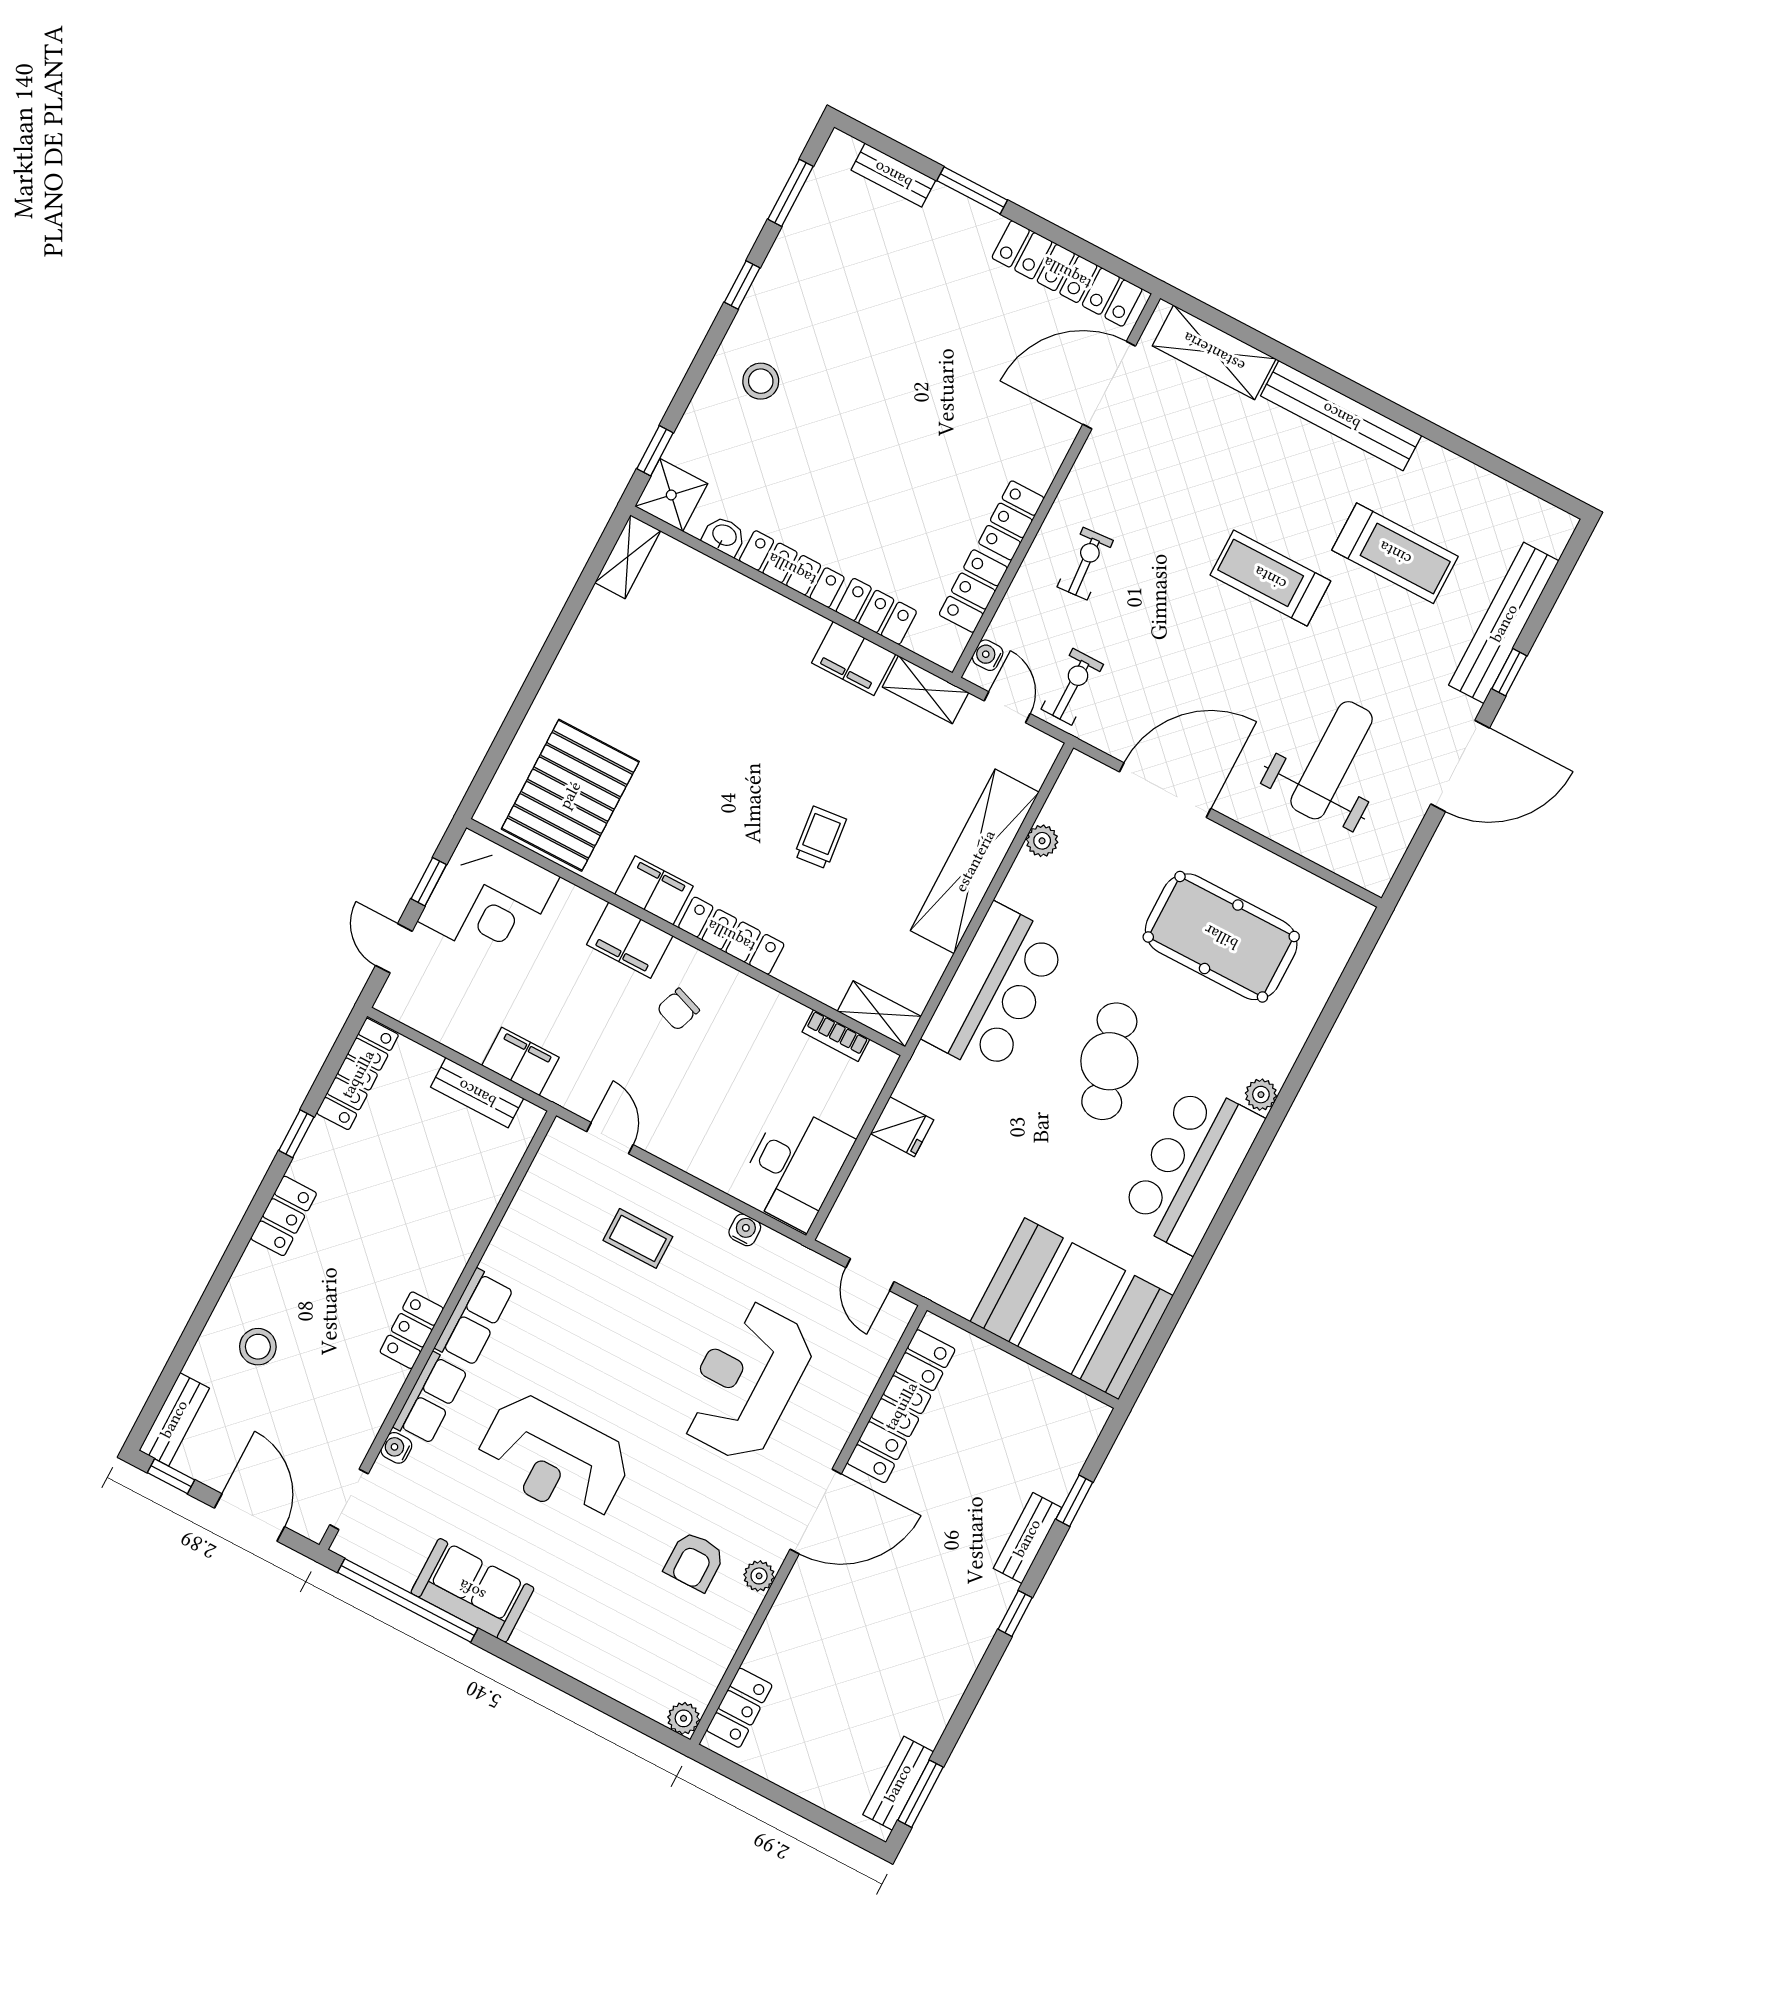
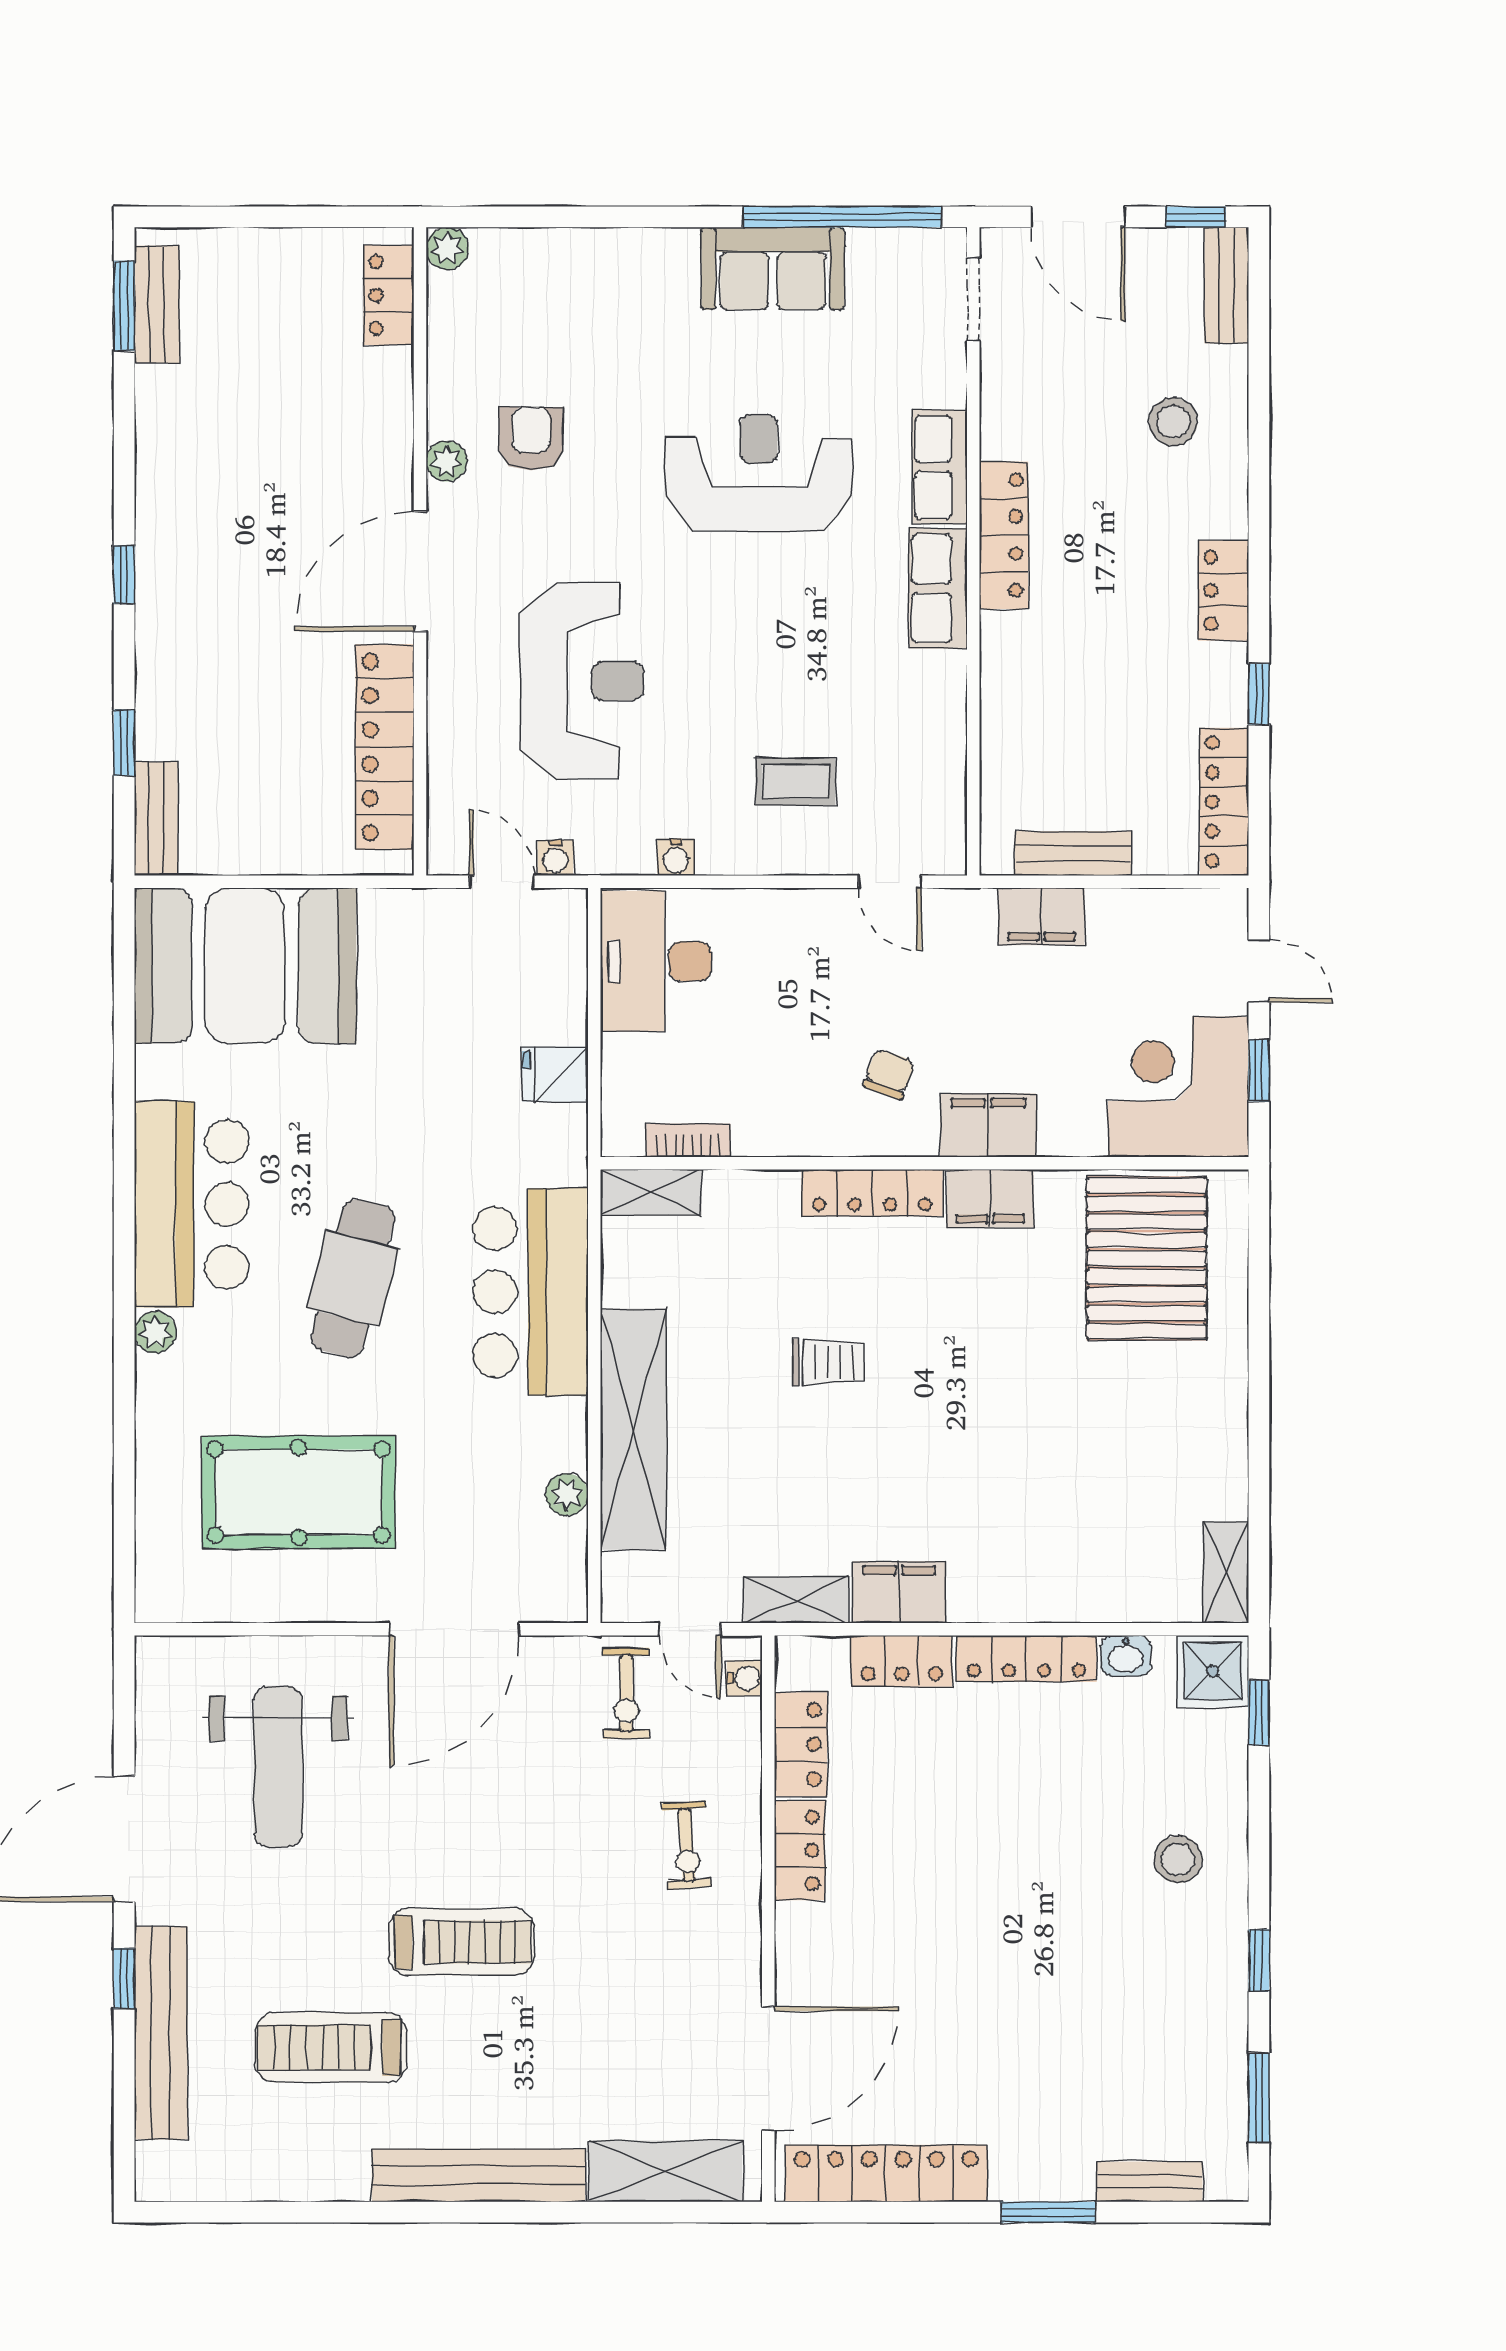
trolley: (820, 838) -> (829, 1362), turned -84
cafe table: (1109, 1061) -> (353, 1278), turned 31
locker: (412, 1330) -> (1004, 535), width x1.53
water cooler: (396, 1448) -> (555, 858), moved, turned 90
bench: (1027, 1538) -> (156, 819), moved

